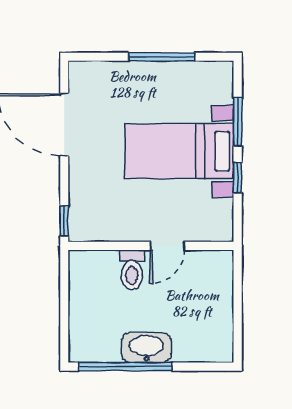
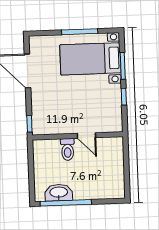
bed with nightstands: (179, 151) -> (90, 59), moved
door: (167, 246) -> (86, 136), hinge flipped
washbasin: (146, 348) -> (59, 193), moved

